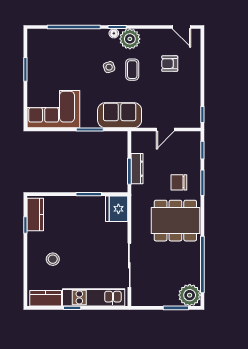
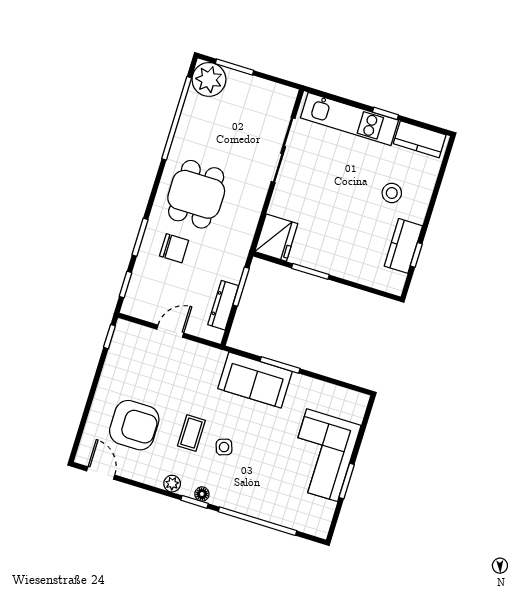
plant: (130, 39) -> (172, 484), width x0.53, depth x0.53
armchair: (170, 64) -> (134, 425), width x1.88, depth x1.88
corner sofa: (53, 109) -> (322, 455), moved, turned 90
sofa: (120, 115) -> (255, 380), moved
dresser: (137, 169) -> (223, 305), moved
kitchen counter: (35, 214) -> (403, 246), moved
dining table: (175, 221) -> (196, 194), width x0.73

